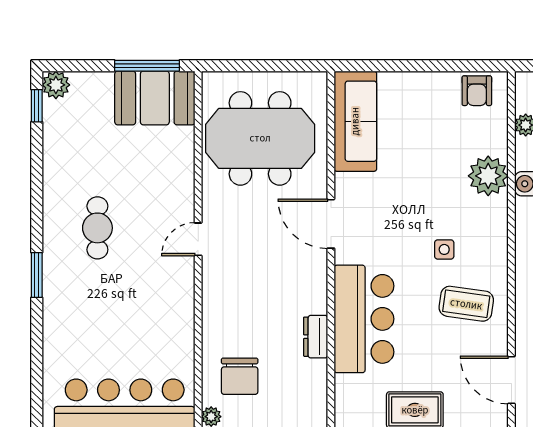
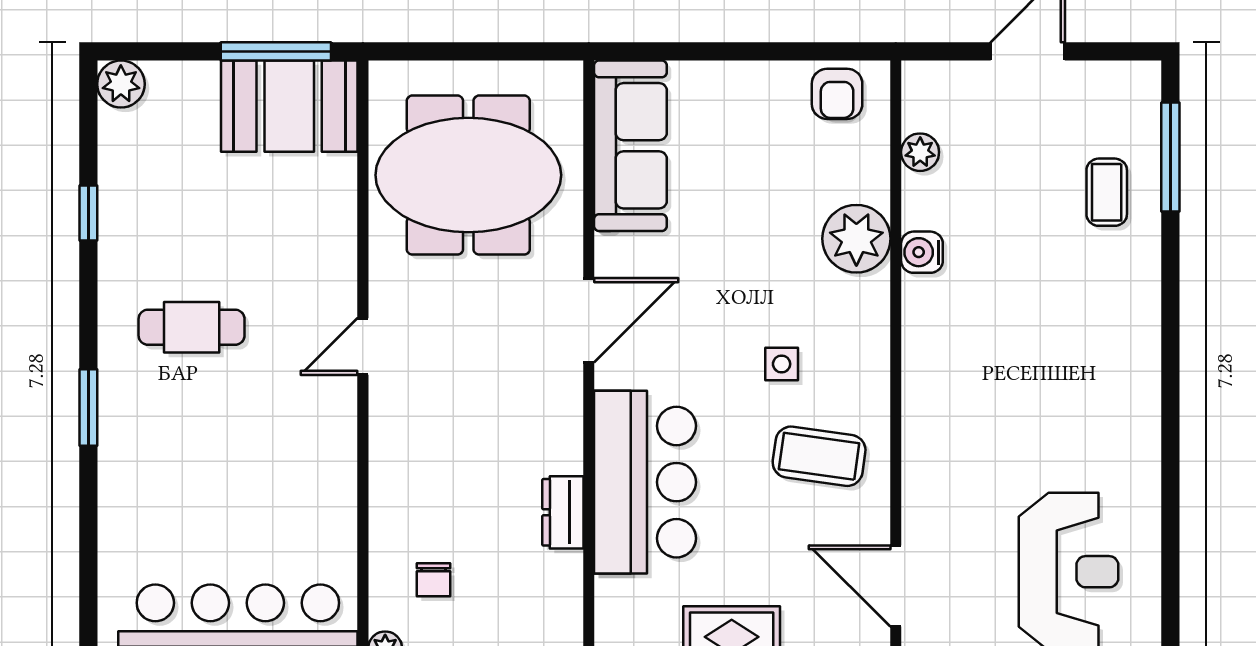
window: (37, 106) -> (88, 213), moved
door: (331, 224) -> (589, 320), swing flipped
cafe table: (97, 228) -> (192, 327), turned 90
chair: (240, 376) -> (434, 580), width x0.54, depth x0.54

